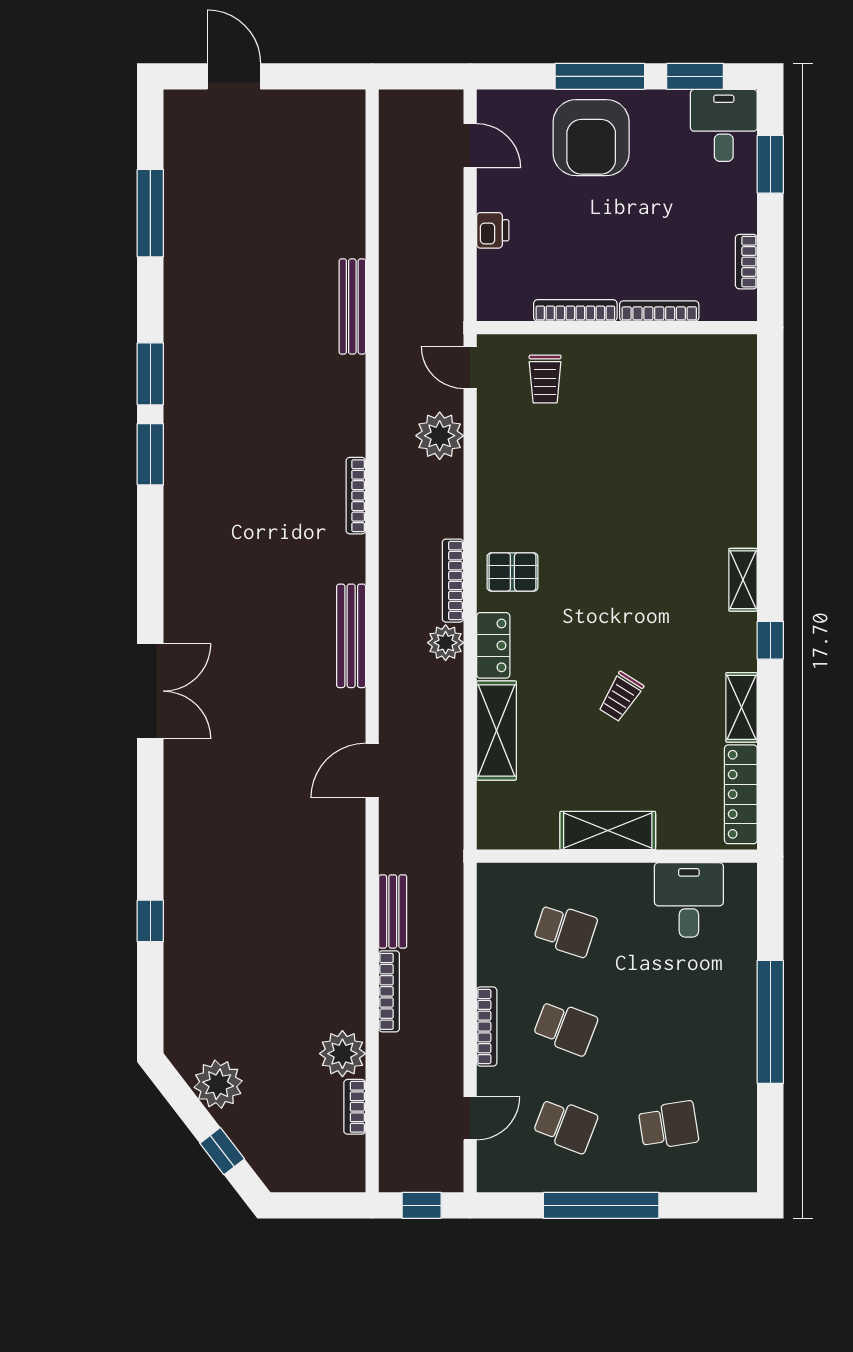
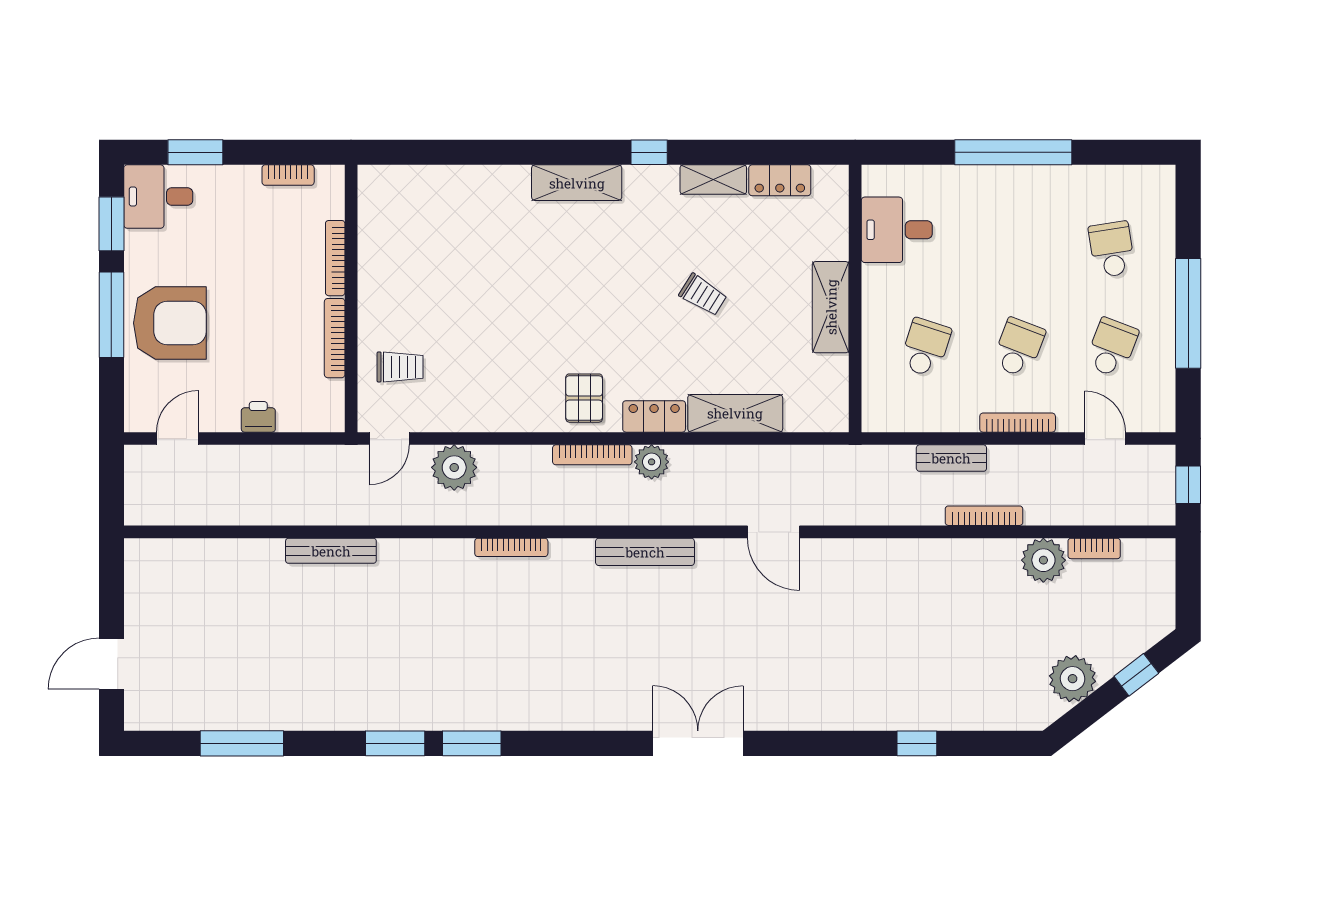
shelving: (743, 580) -> (577, 183), width x1.50, depth x1.33
locker: (741, 794) -> (780, 180), width x0.66
bench: (393, 911) -> (951, 458), moved

